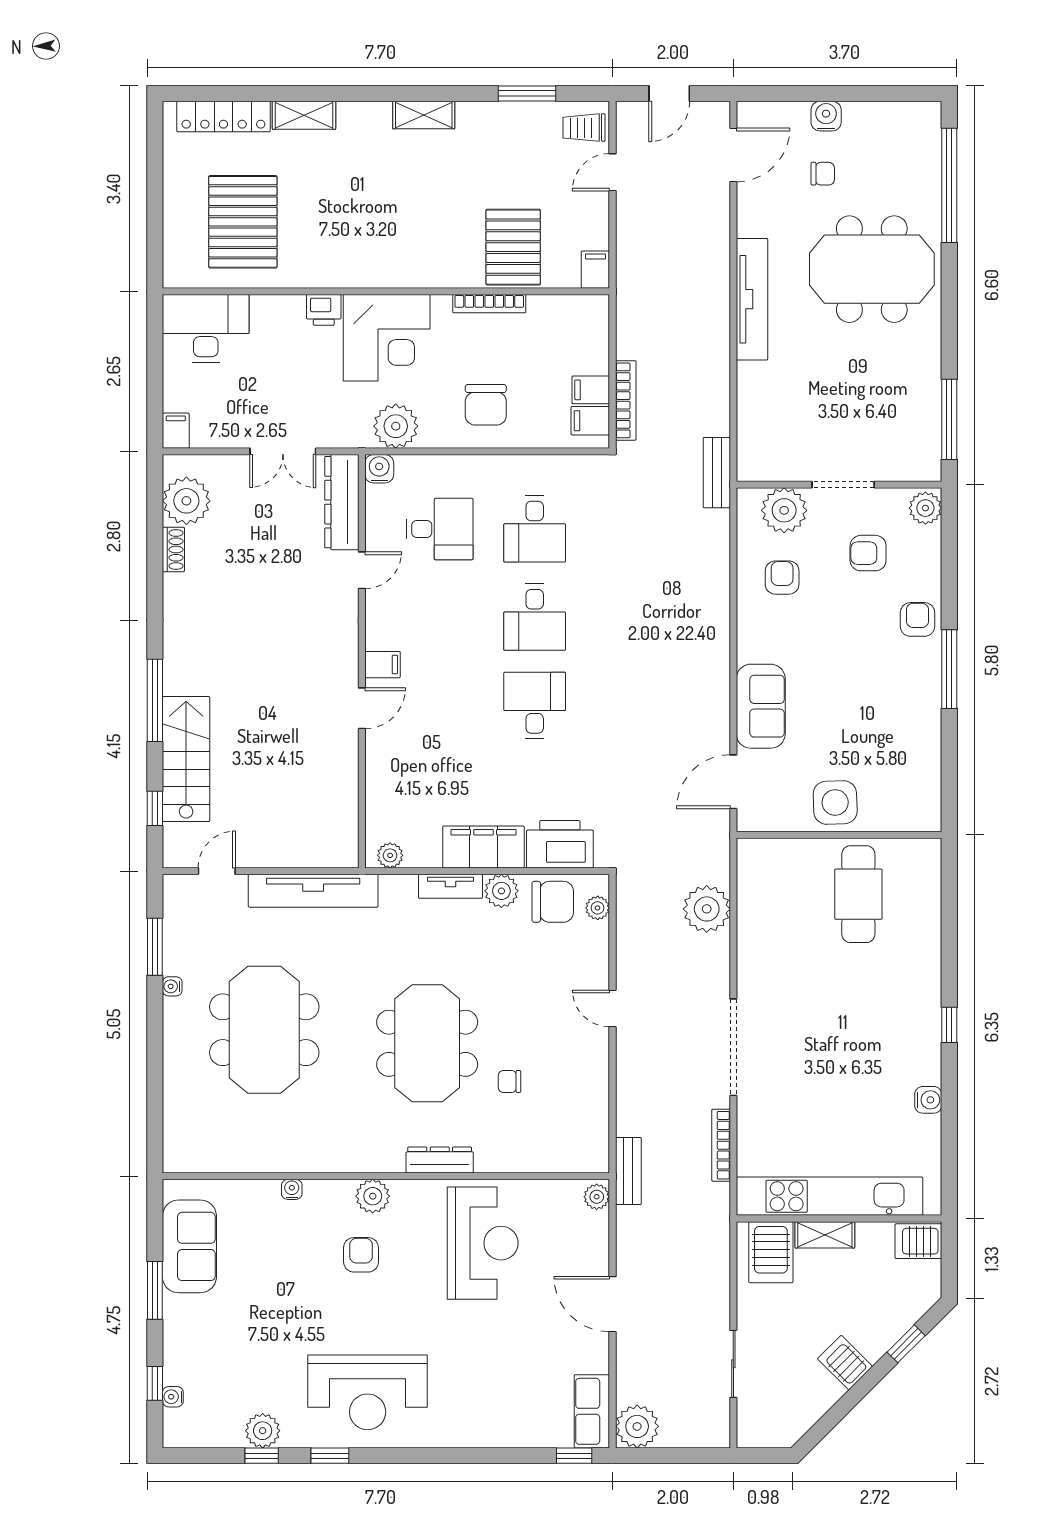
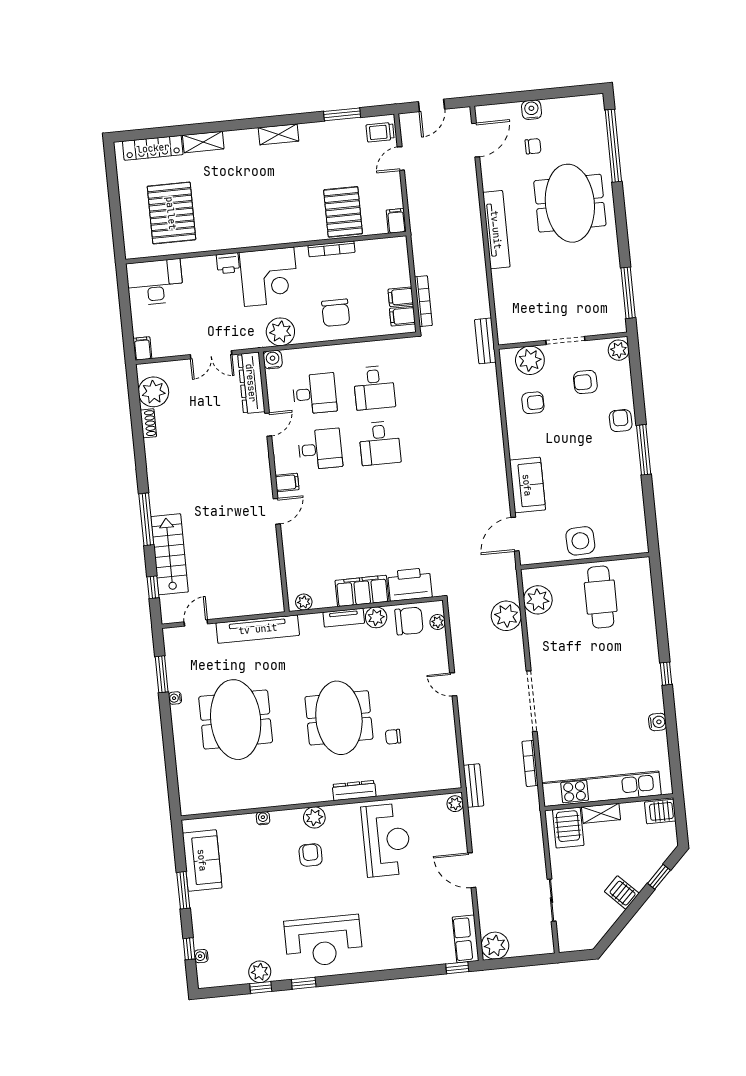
meeting table: (872, 269) -> (570, 203), turned 90
armchair: (782, 578) -> (533, 403), turned 90
desk: (535, 705) -> (320, 449), moved, turned 90
plant: (759, 889) -> (538, 600), added

